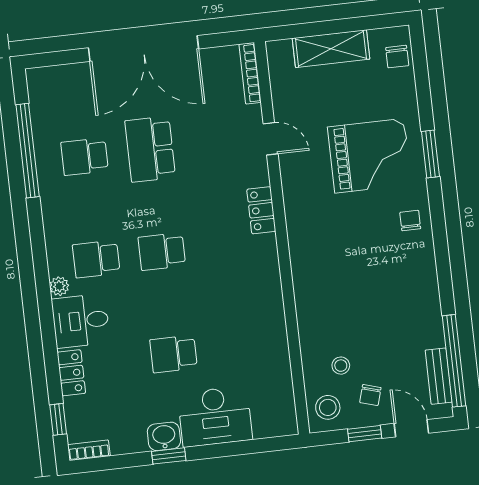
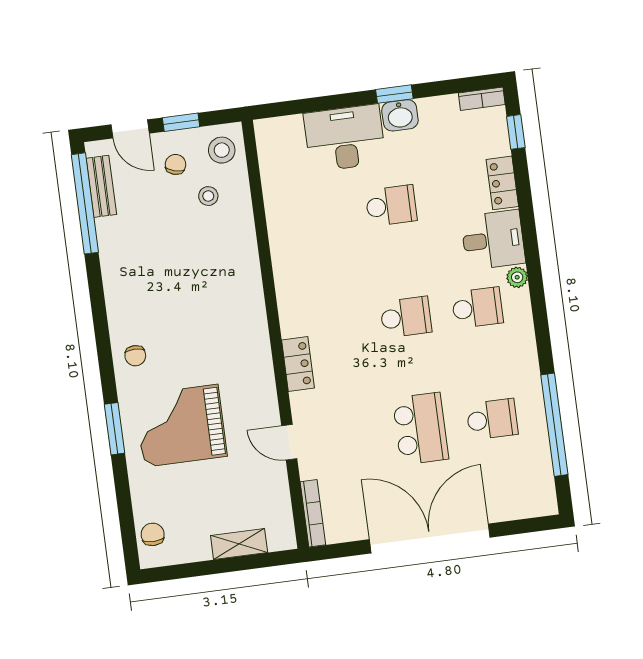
shelving: (331, 49) -> (239, 544), width x0.67, depth x0.75

